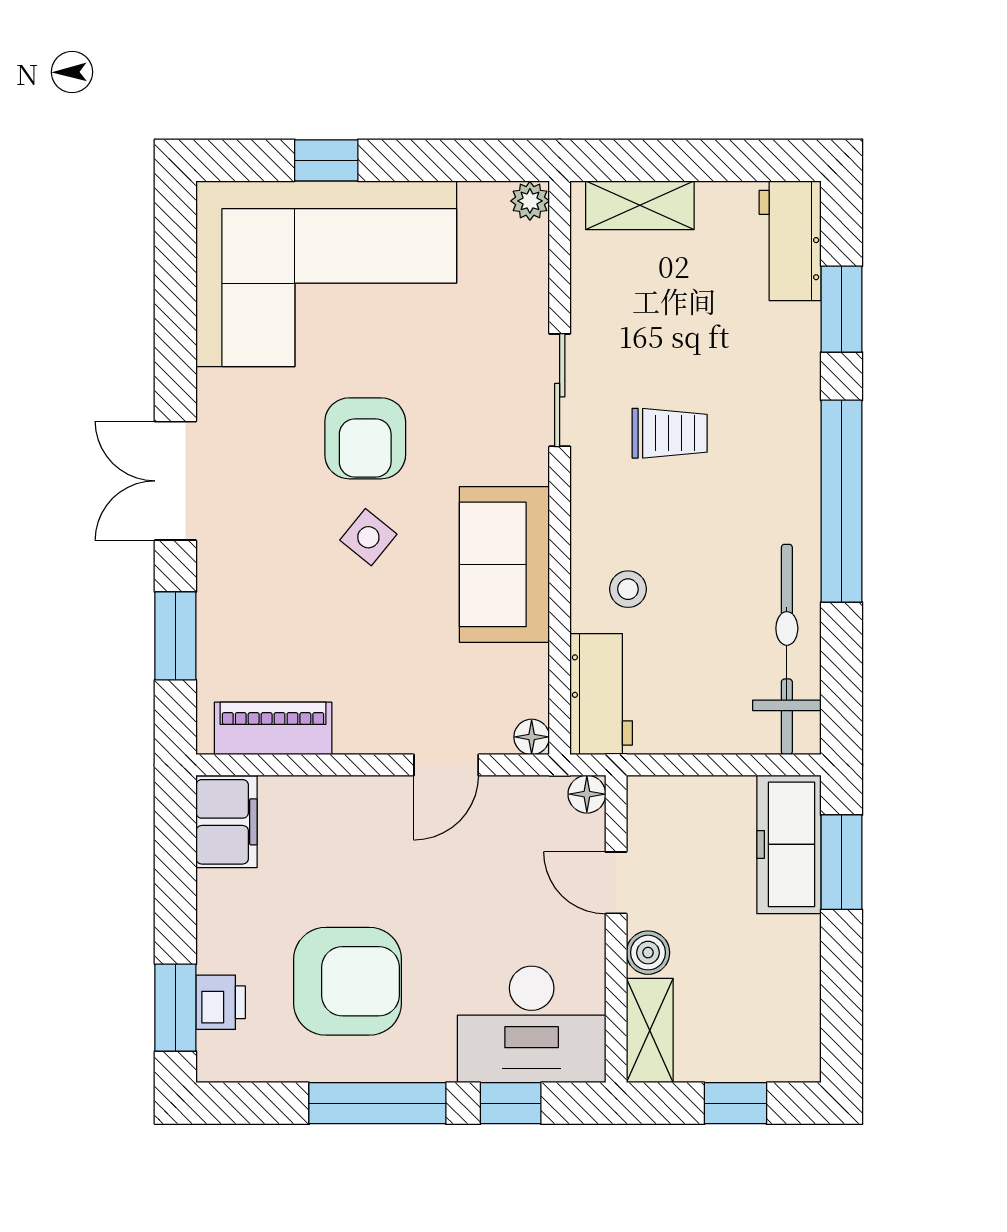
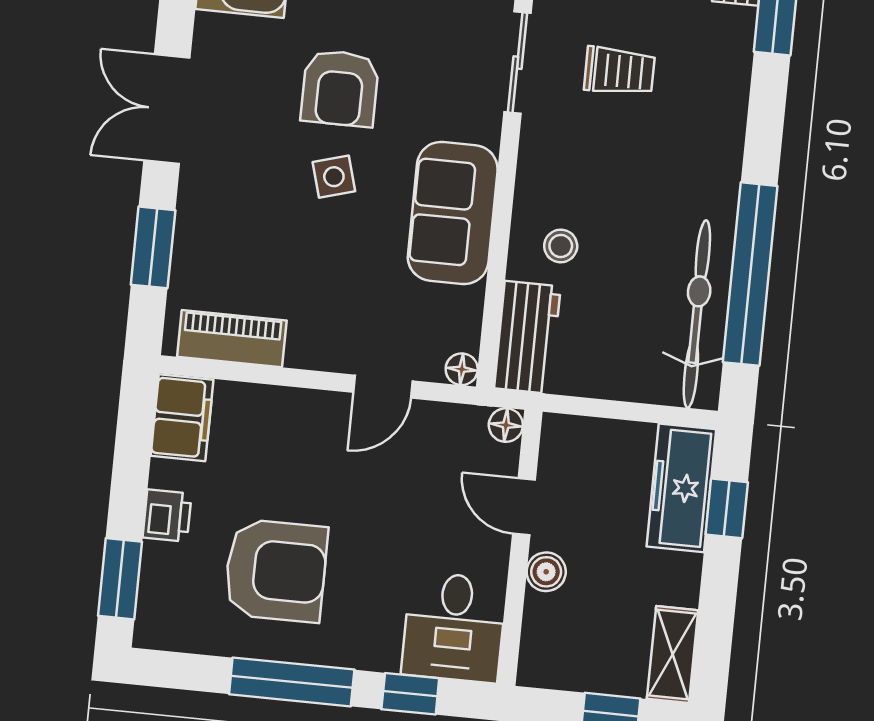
trolley: (670, 433) -> (619, 71), moved
window: (842, 501) -> (750, 274), moved
side table: (368, 537) -> (334, 177), turned 35
window: (842, 862) -> (727, 508), width x0.67
printer: (221, 1002) -> (167, 515), moved
desk: (532, 1024) -> (454, 627), width x0.73
shelving: (650, 1031) -> (673, 655), moved

